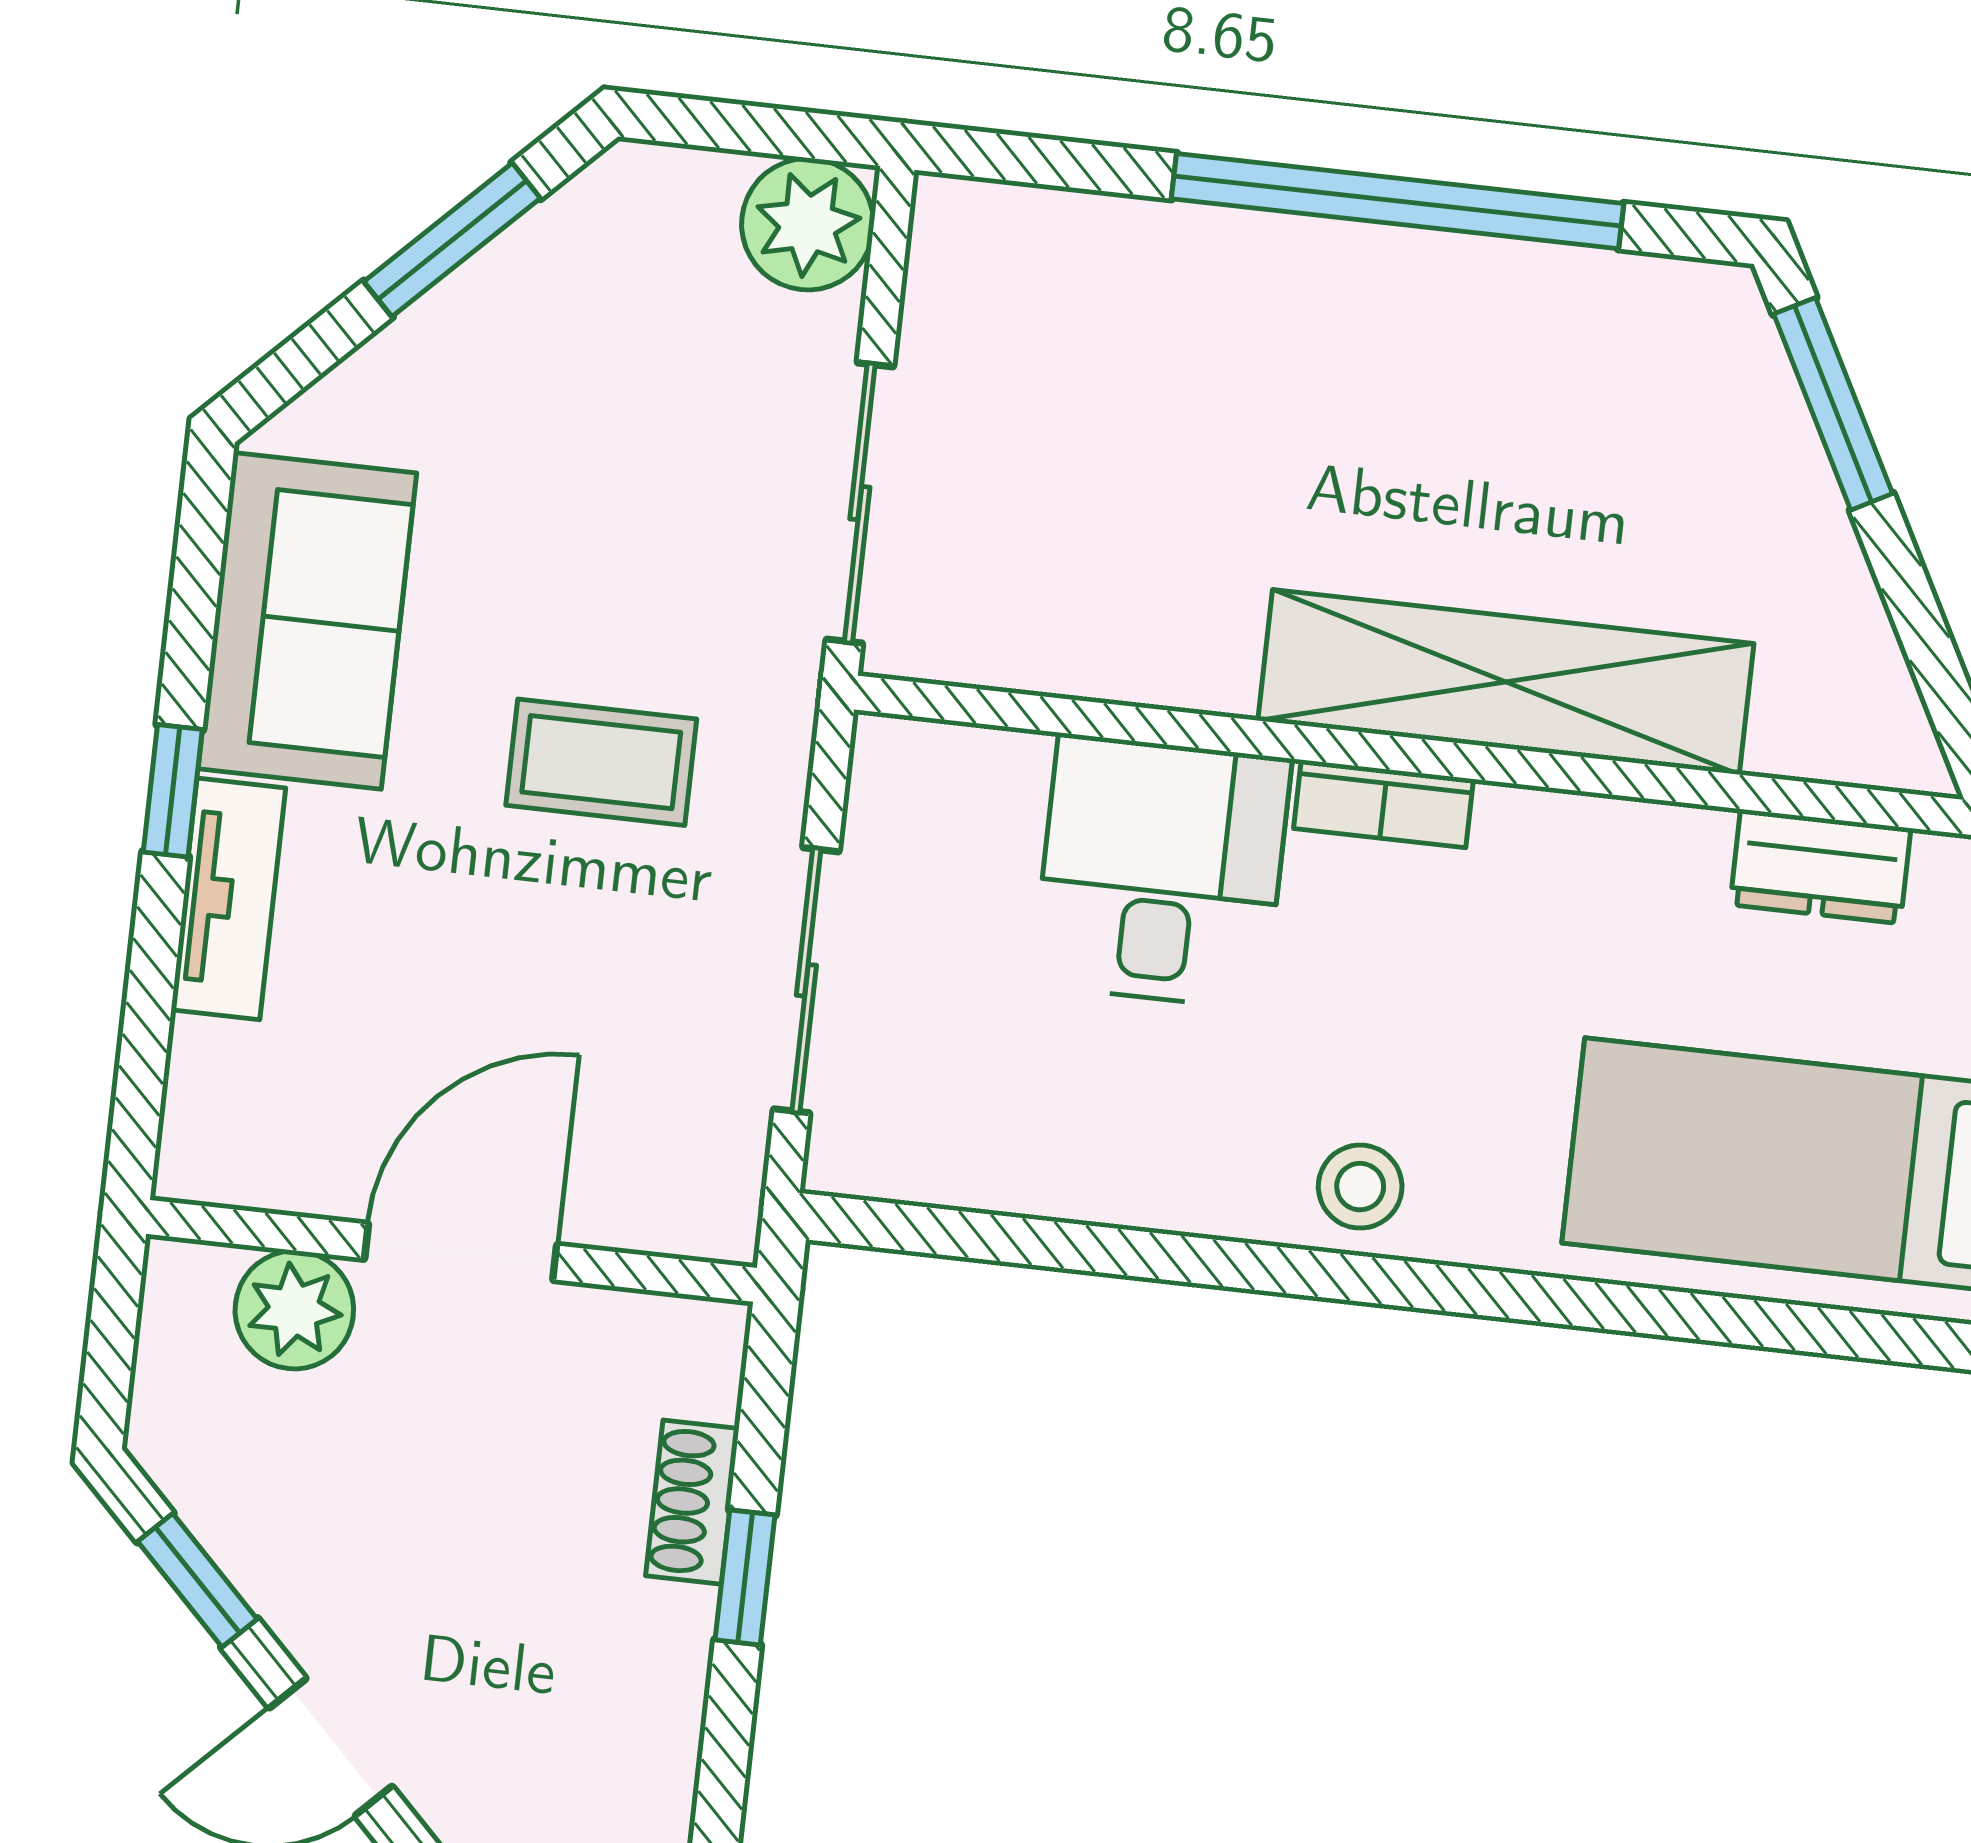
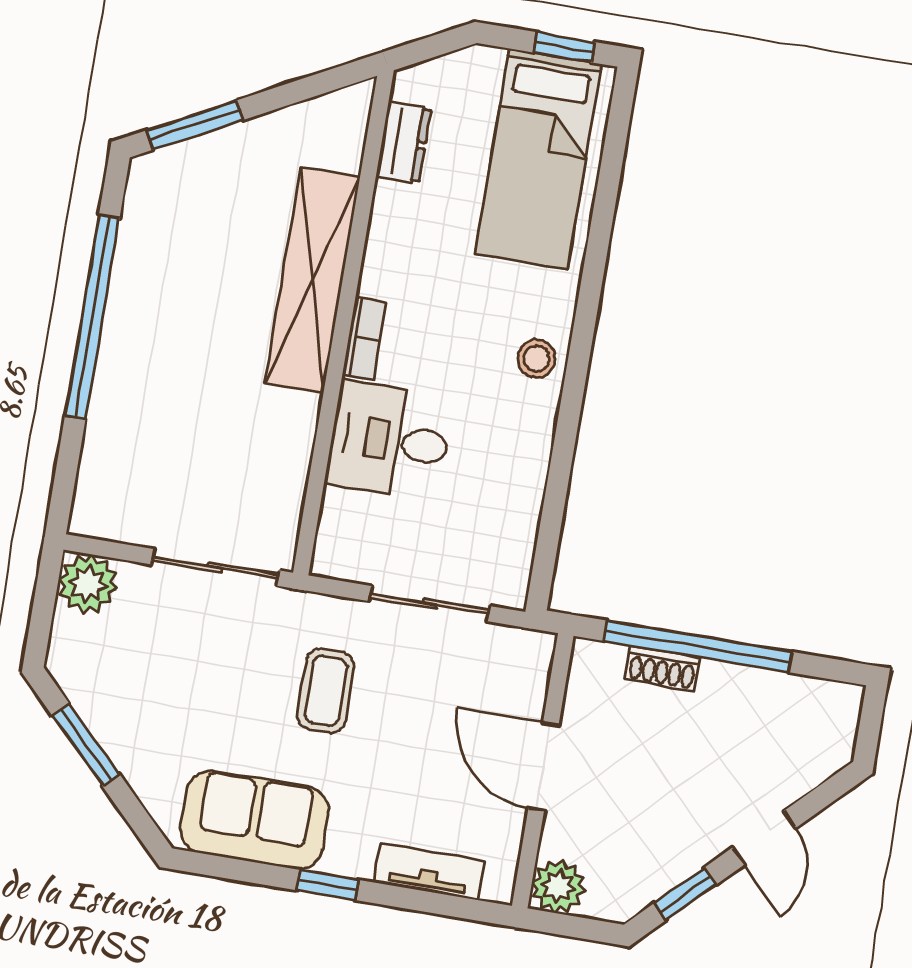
tv unit: (228, 899) -> (429, 871), moved
plant: (294, 1310) -> (558, 886), moved
window: (745, 1577) -> (698, 646), width x3.17

